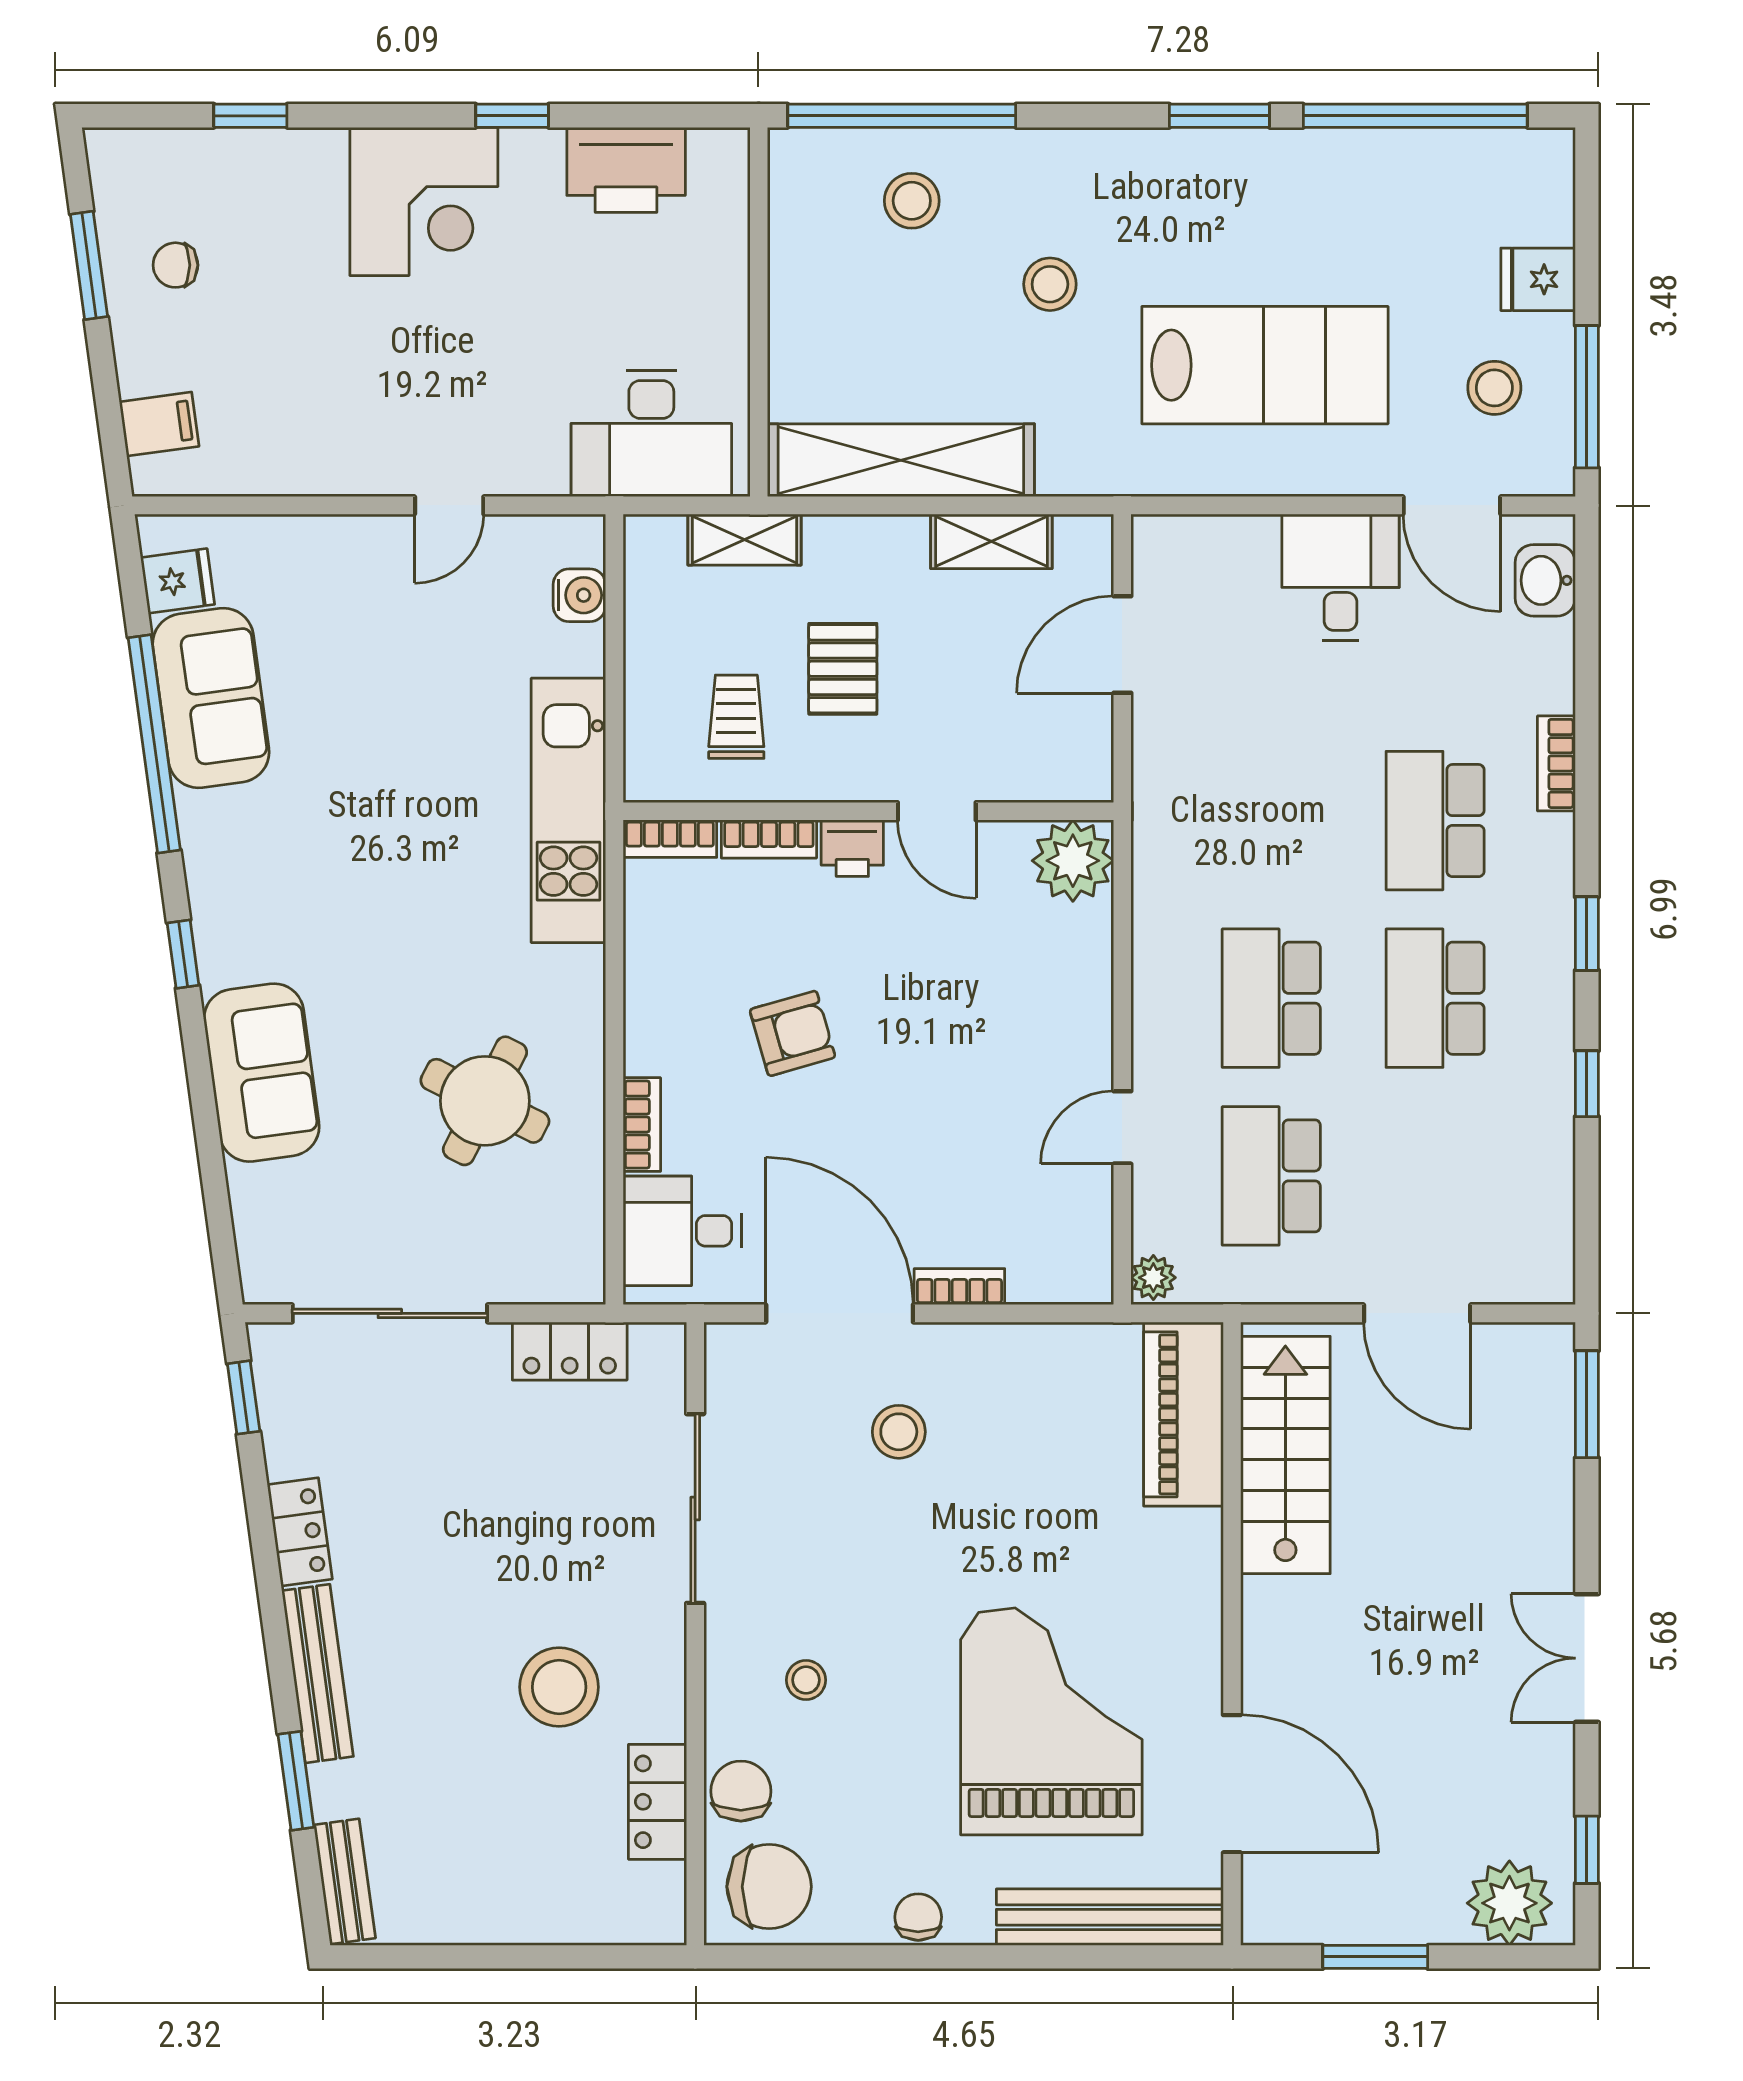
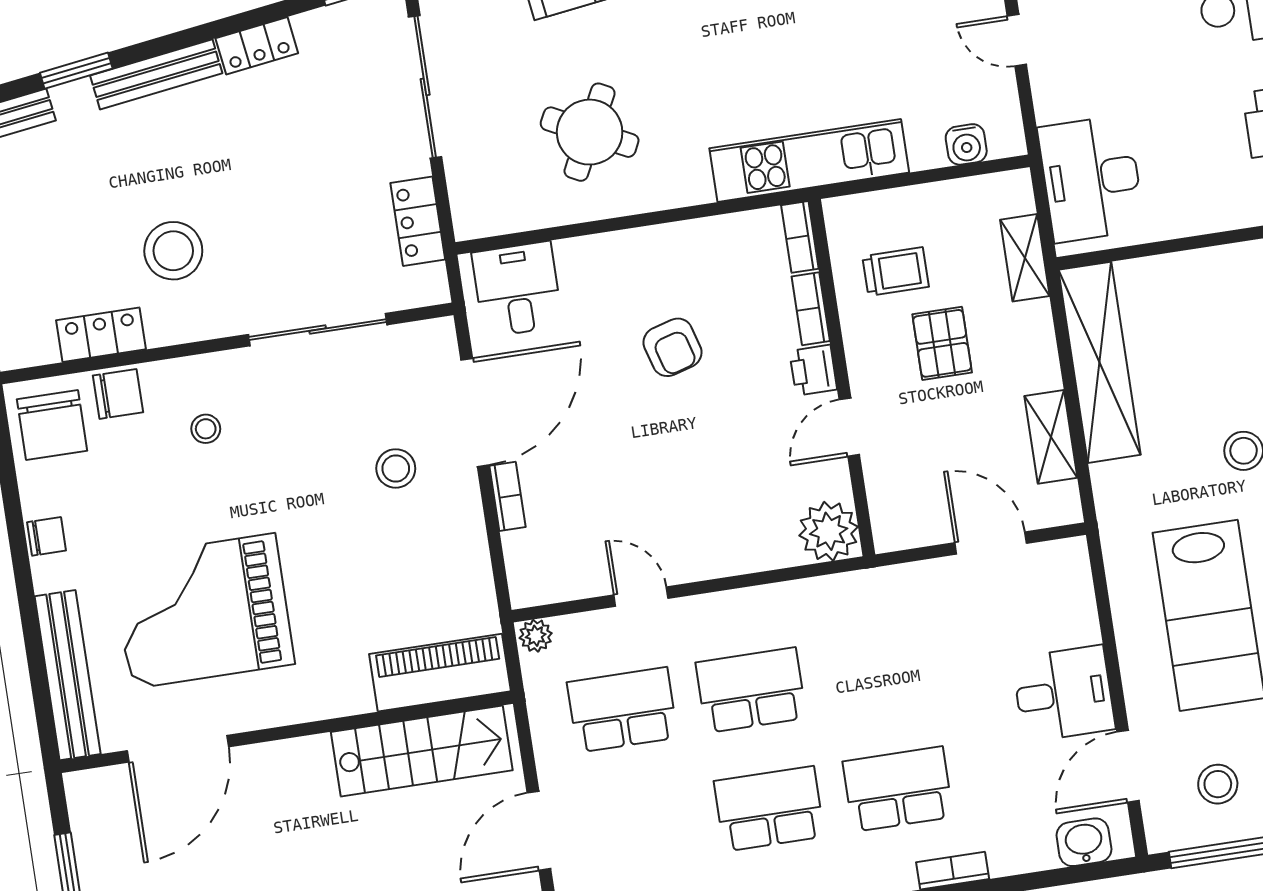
pallet: (843, 669) -> (942, 343), turned 90
bookcase: (642, 1125) -> (590, 248), removed
grand piano: (1051, 1721) -> (203, 611), turned 180

